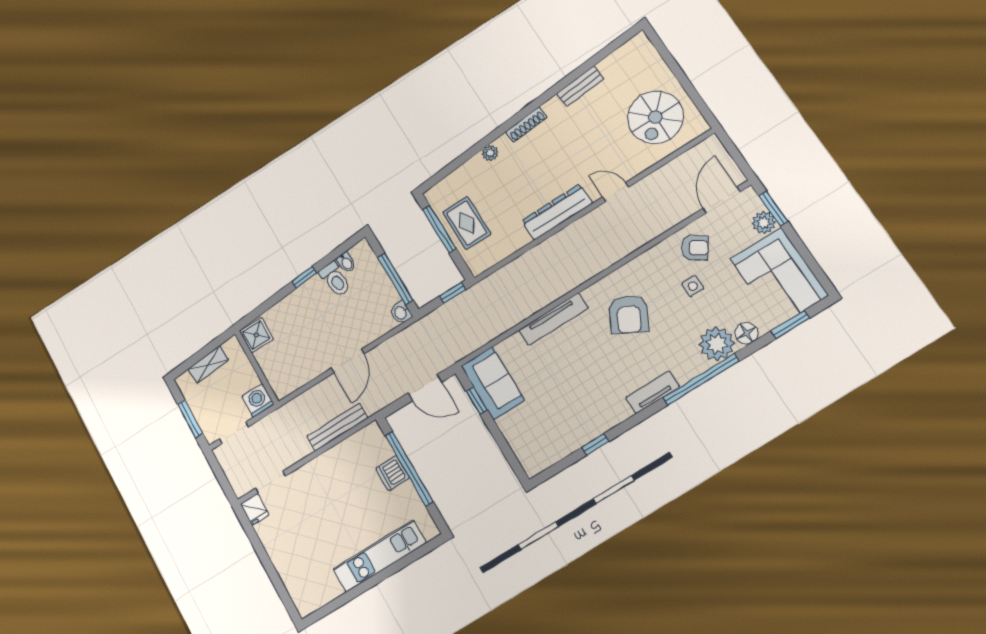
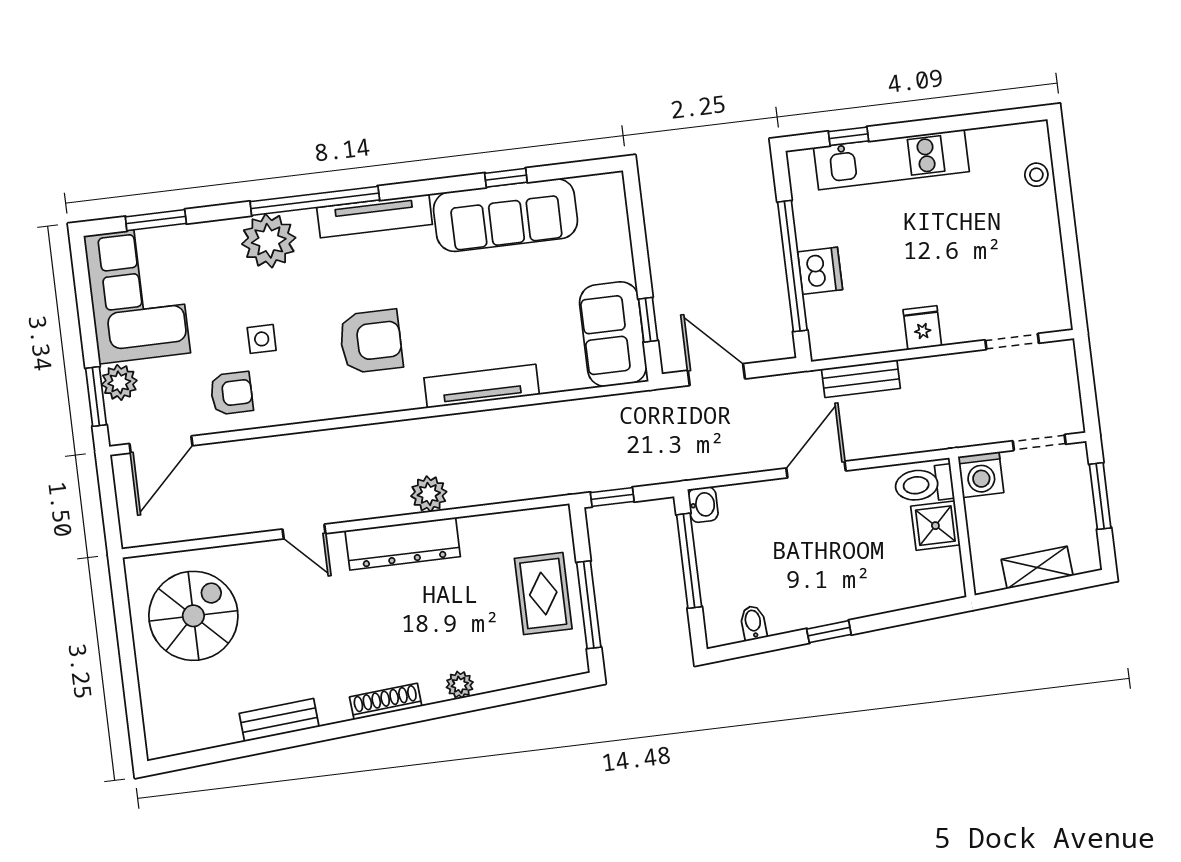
plant: (555, 246) -> (429, 494), added
armchair: (695, 248) -> (232, 393), turned 146
toilet: (335, 279) -> (924, 484), moved, turned -86
armchair: (629, 314) -> (371, 341), turned 62
floor lamp: (746, 333) -> (221, 236), removed
shower: (256, 335) -> (935, 526), moved
tv unit: (652, 392) -> (375, 216), width x1.41
sofa: (585, 423) -> (506, 215), added
bench: (337, 427) -> (861, 379), width x0.73
fridge: (255, 509) -> (922, 328), moved
window: (409, 559) -> (848, 136), added
stool: (295, 584) -> (1036, 175), added

